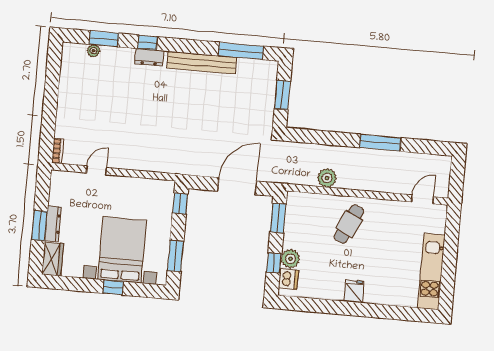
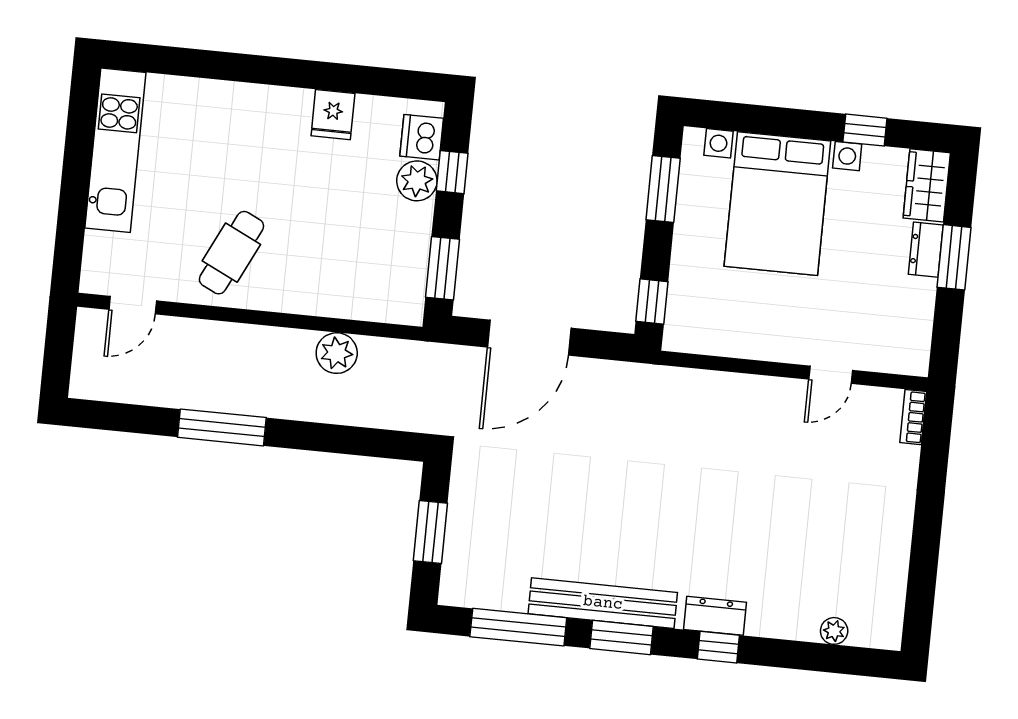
window: (104, 39) -> (622, 637), moved
dresser: (53, 224) -> (926, 250), width x0.70
cafe table: (349, 224) -> (231, 253), moved
window: (113, 287) -> (865, 130), moved
fridge: (354, 291) -> (333, 115), moved

